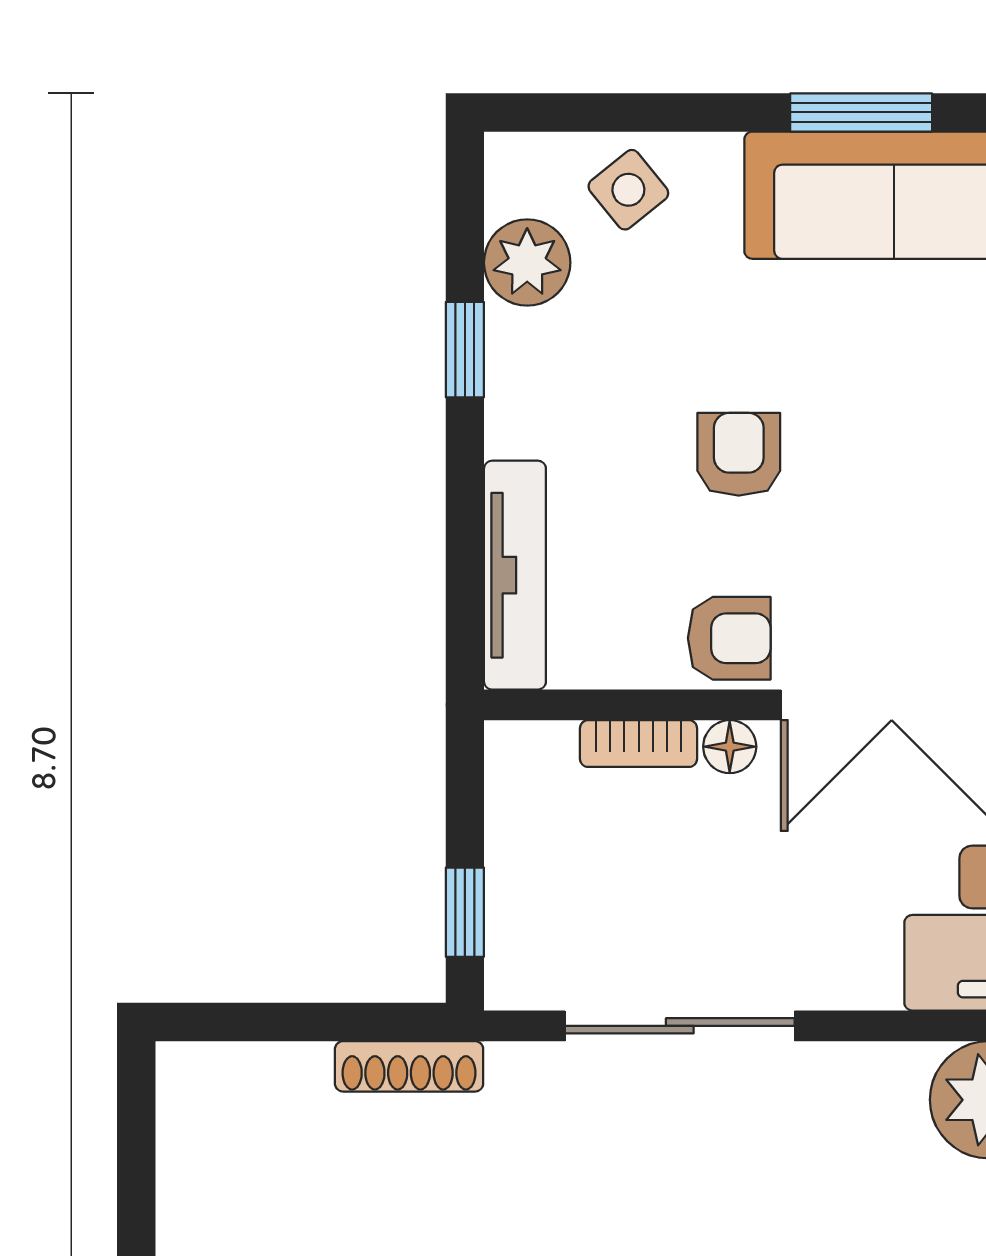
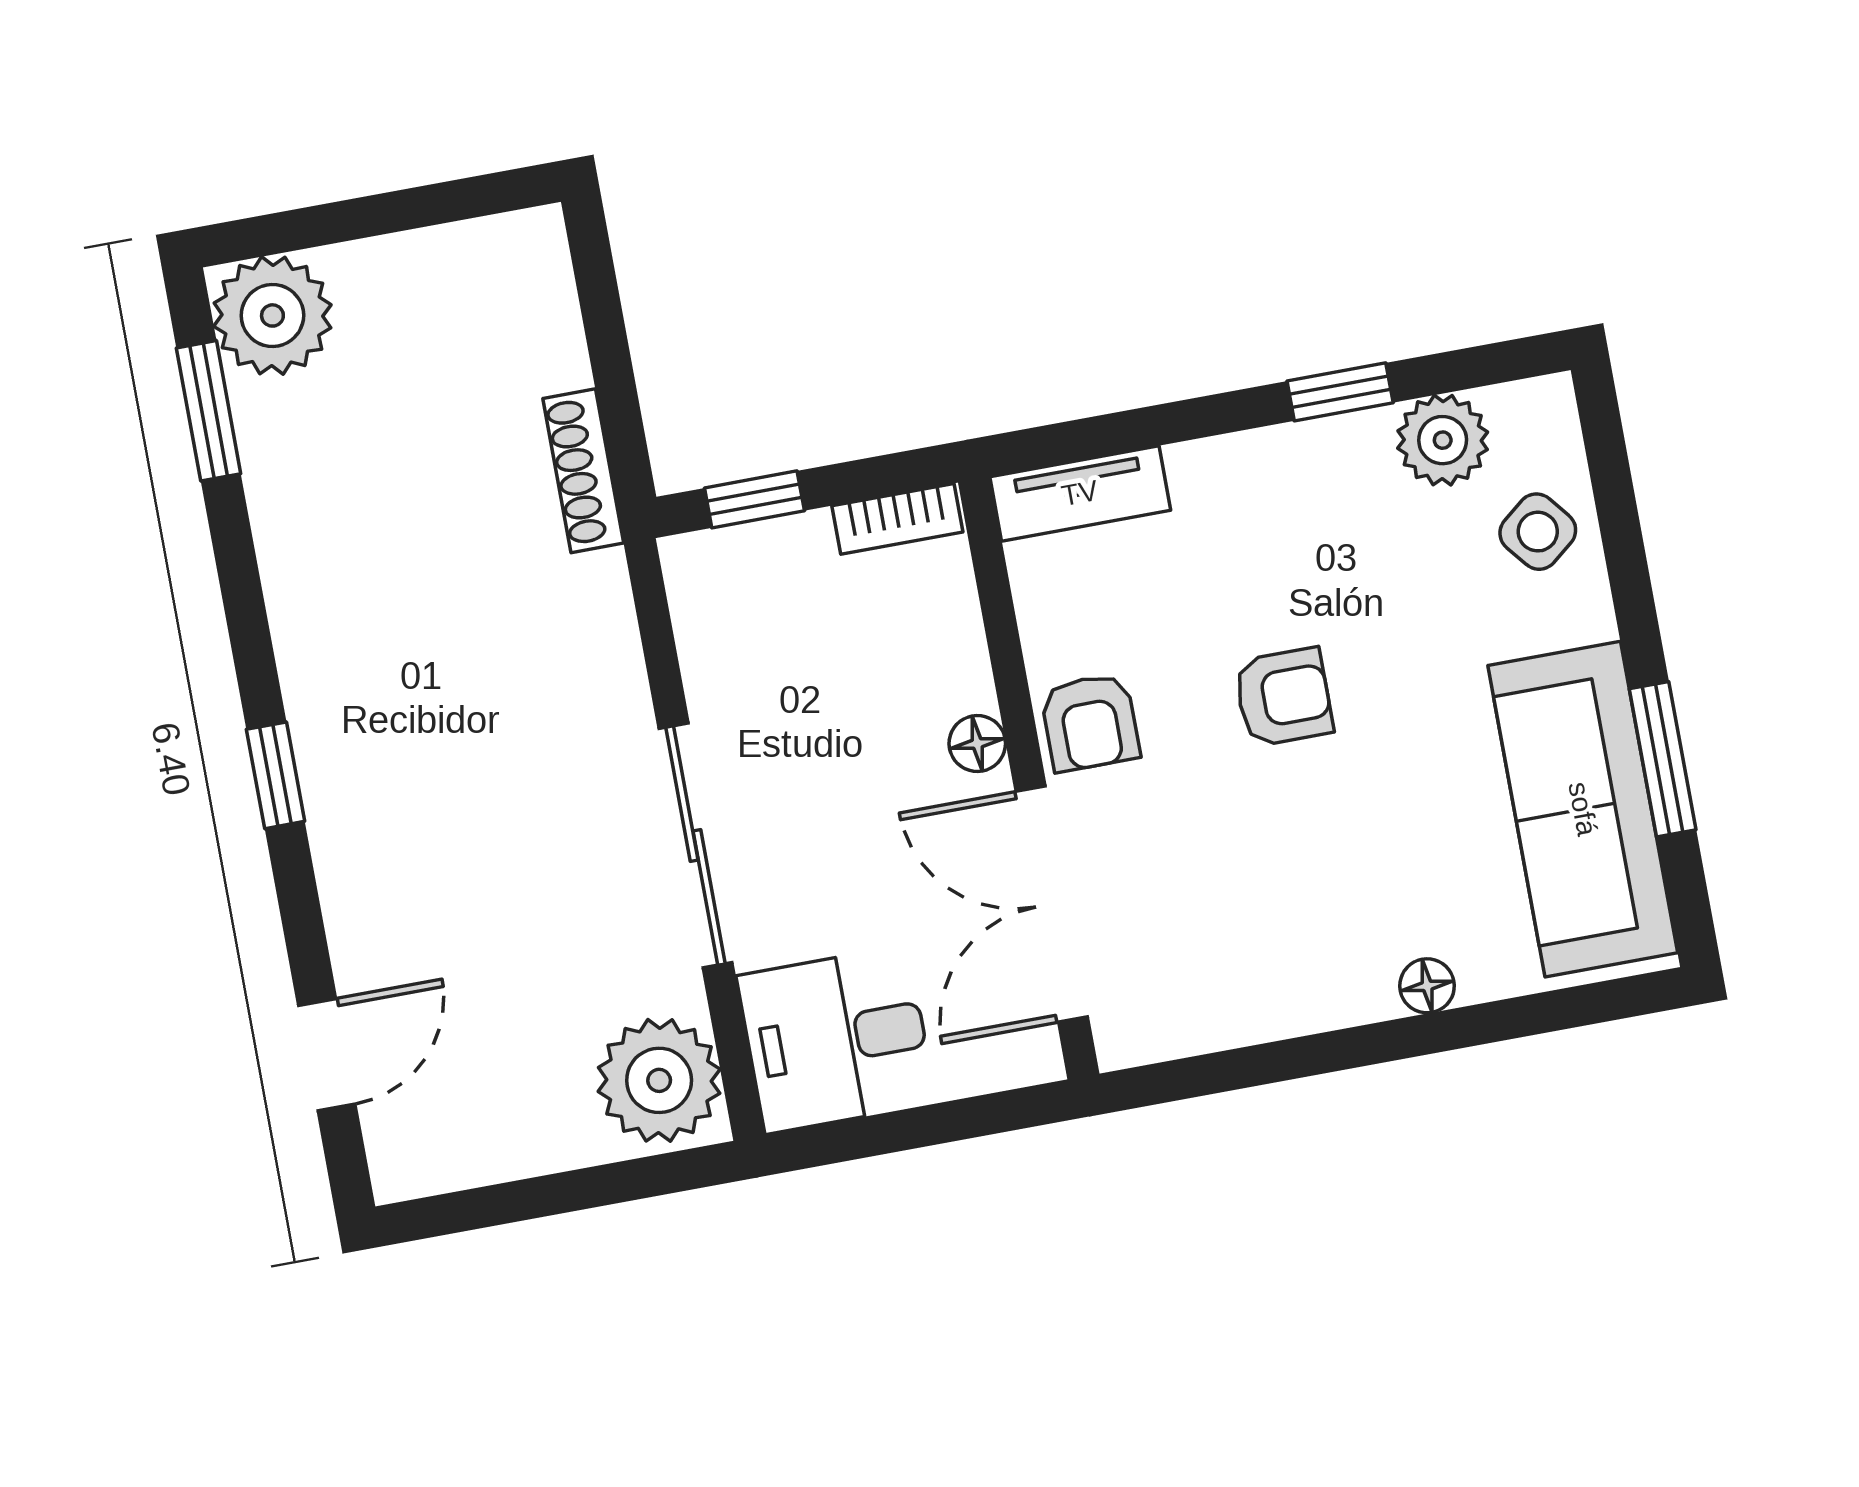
tv unit: (515, 575) -> (1080, 493), width x0.71
bookcase: (639, 744) -> (897, 519), moved, turned -90
sliding door: (680, 1026) -> (696, 846), moved

